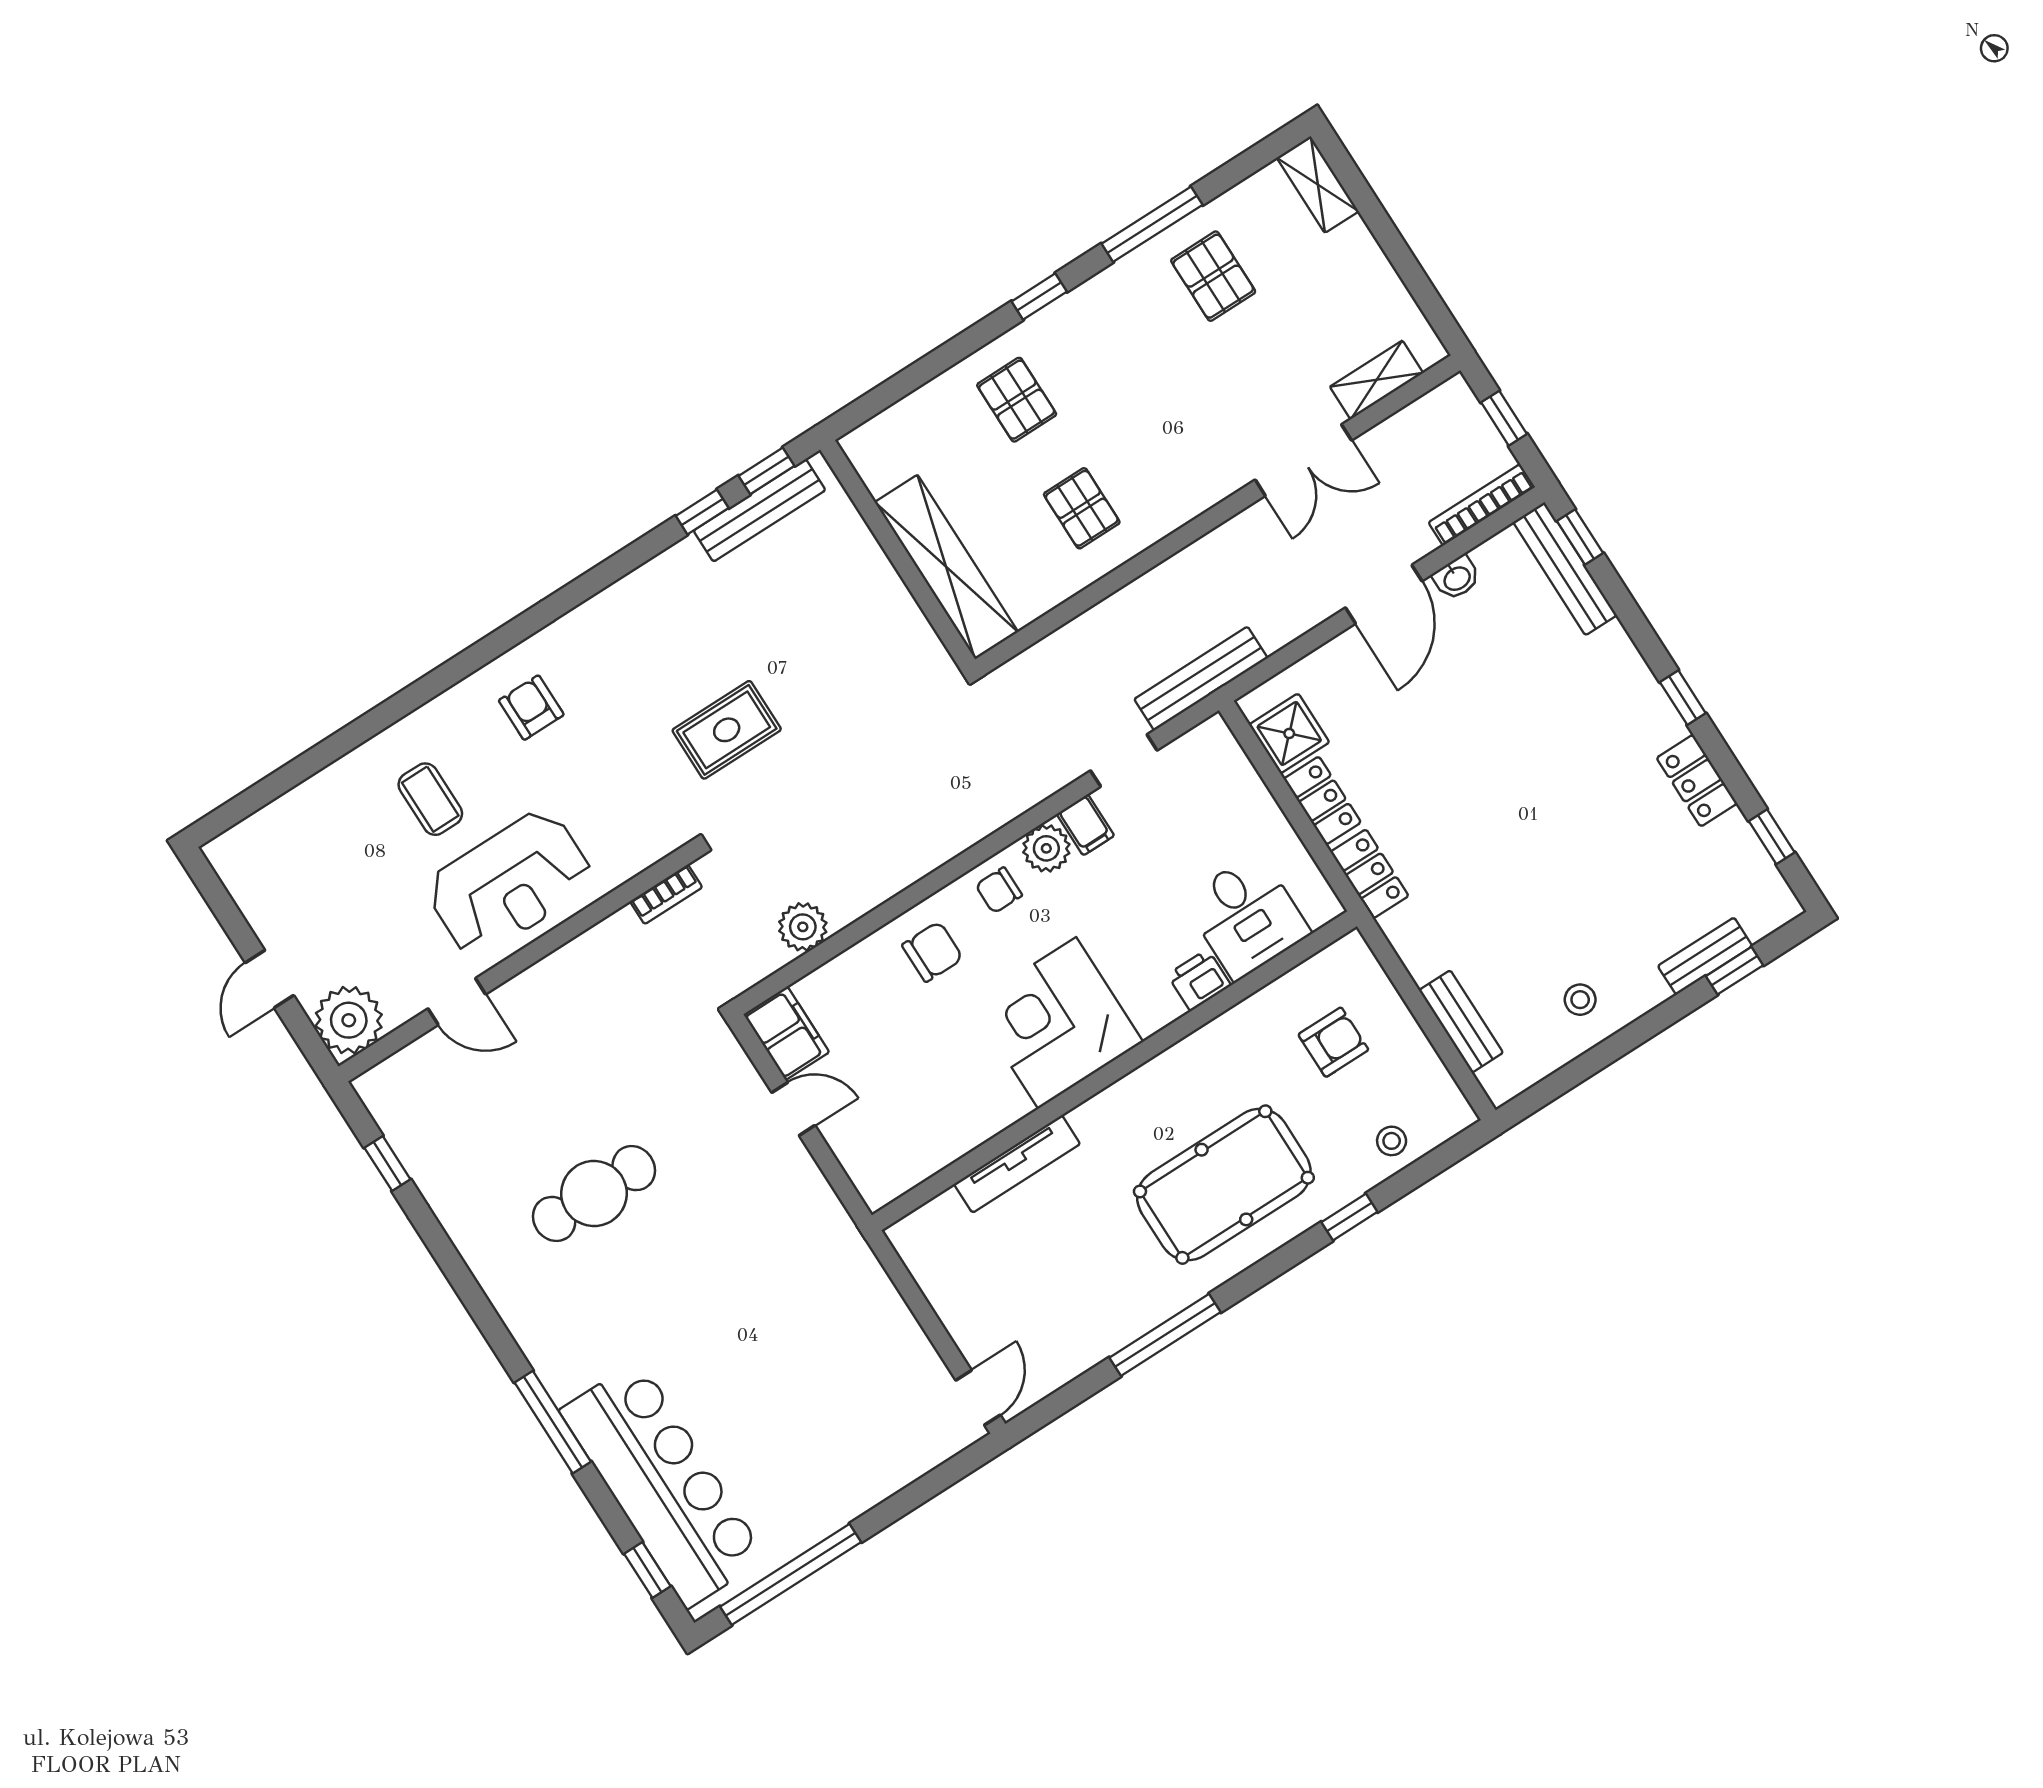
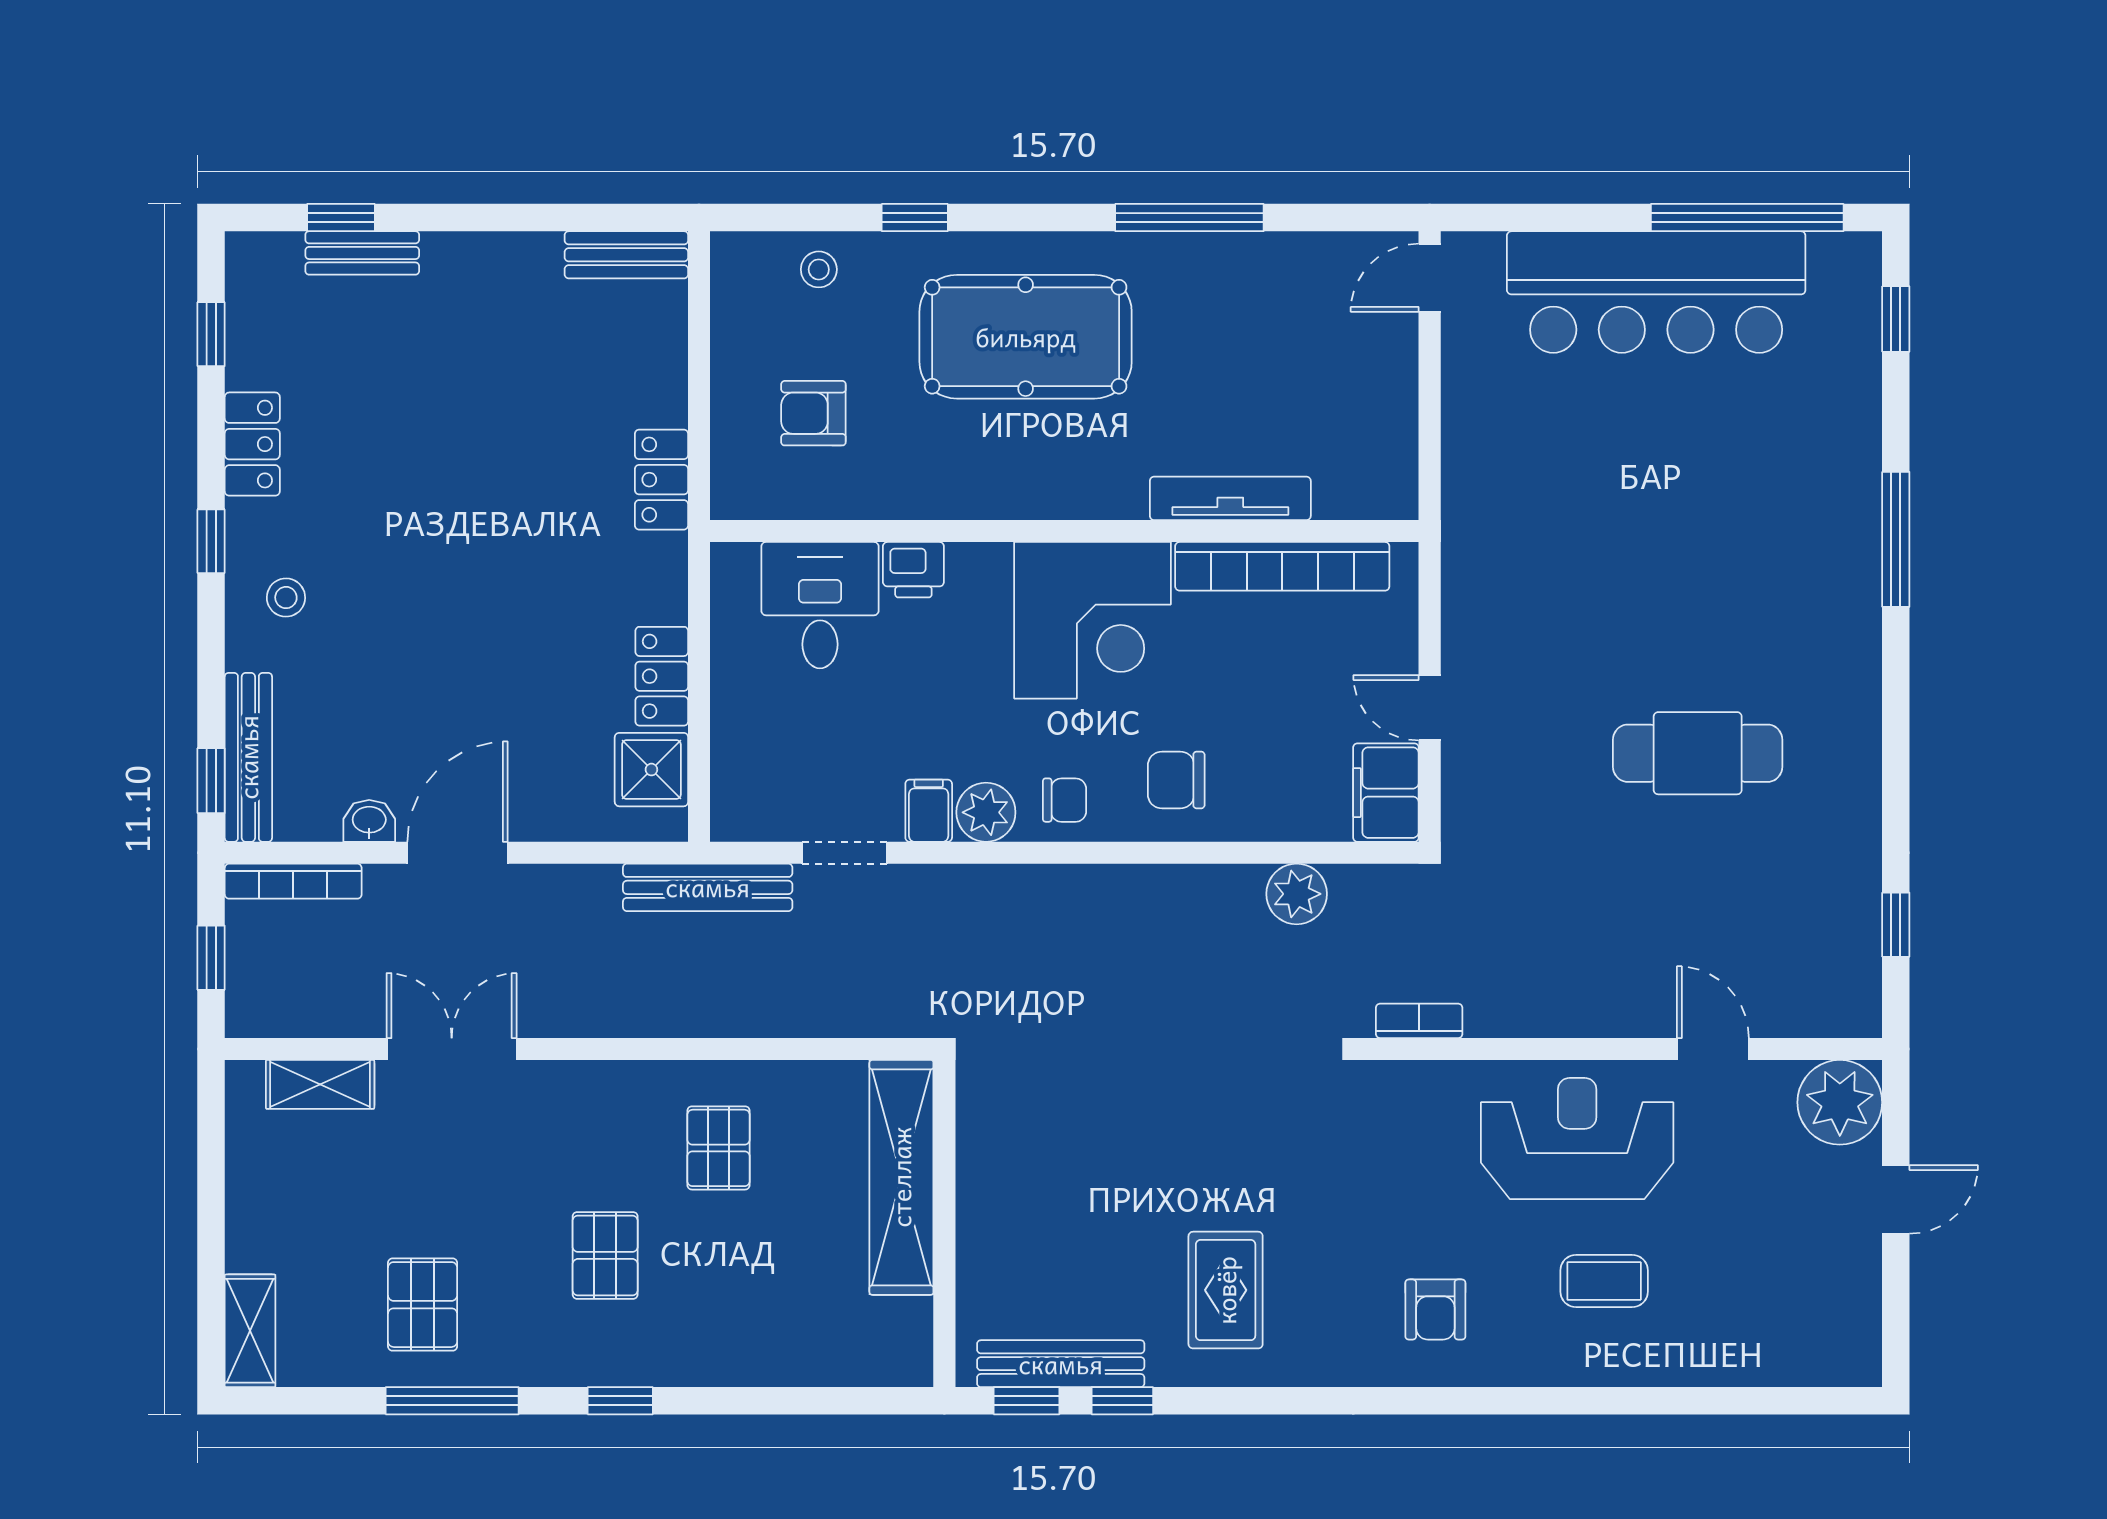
pallet: (1017, 400) -> (605, 1255), moved
rug: (727, 730) -> (1226, 1290), moved, turned 90
coffee table: (430, 799) -> (1604, 1281), turned 90
locker: (1370, 874) -> (661, 480), moved
stool: (1580, 1000) -> (286, 598), moved
bench: (1461, 1021) -> (626, 255), moved, turned 90
bookcase: (953, 1141) -> (1282, 566), added
bar counter: (663, 1484) -> (1656, 292), moved, turned -90

